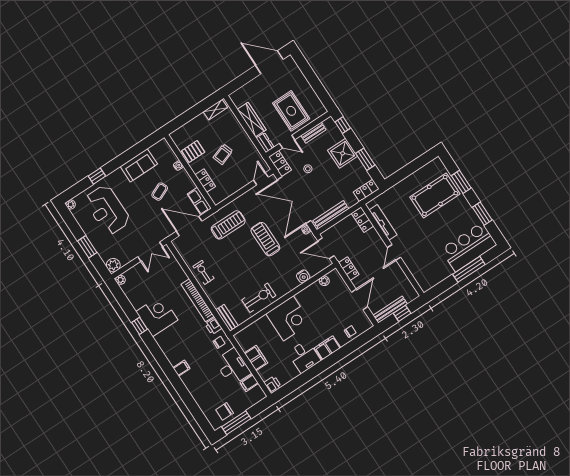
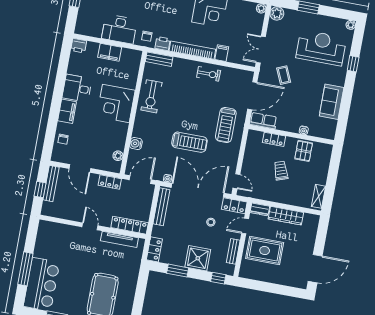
coffee table: (160, 192) -> (284, 75), moved
locker: (363, 220) -> (130, 225), width x1.53
filing cabinet: (249, 383) -> (222, 53), moved

